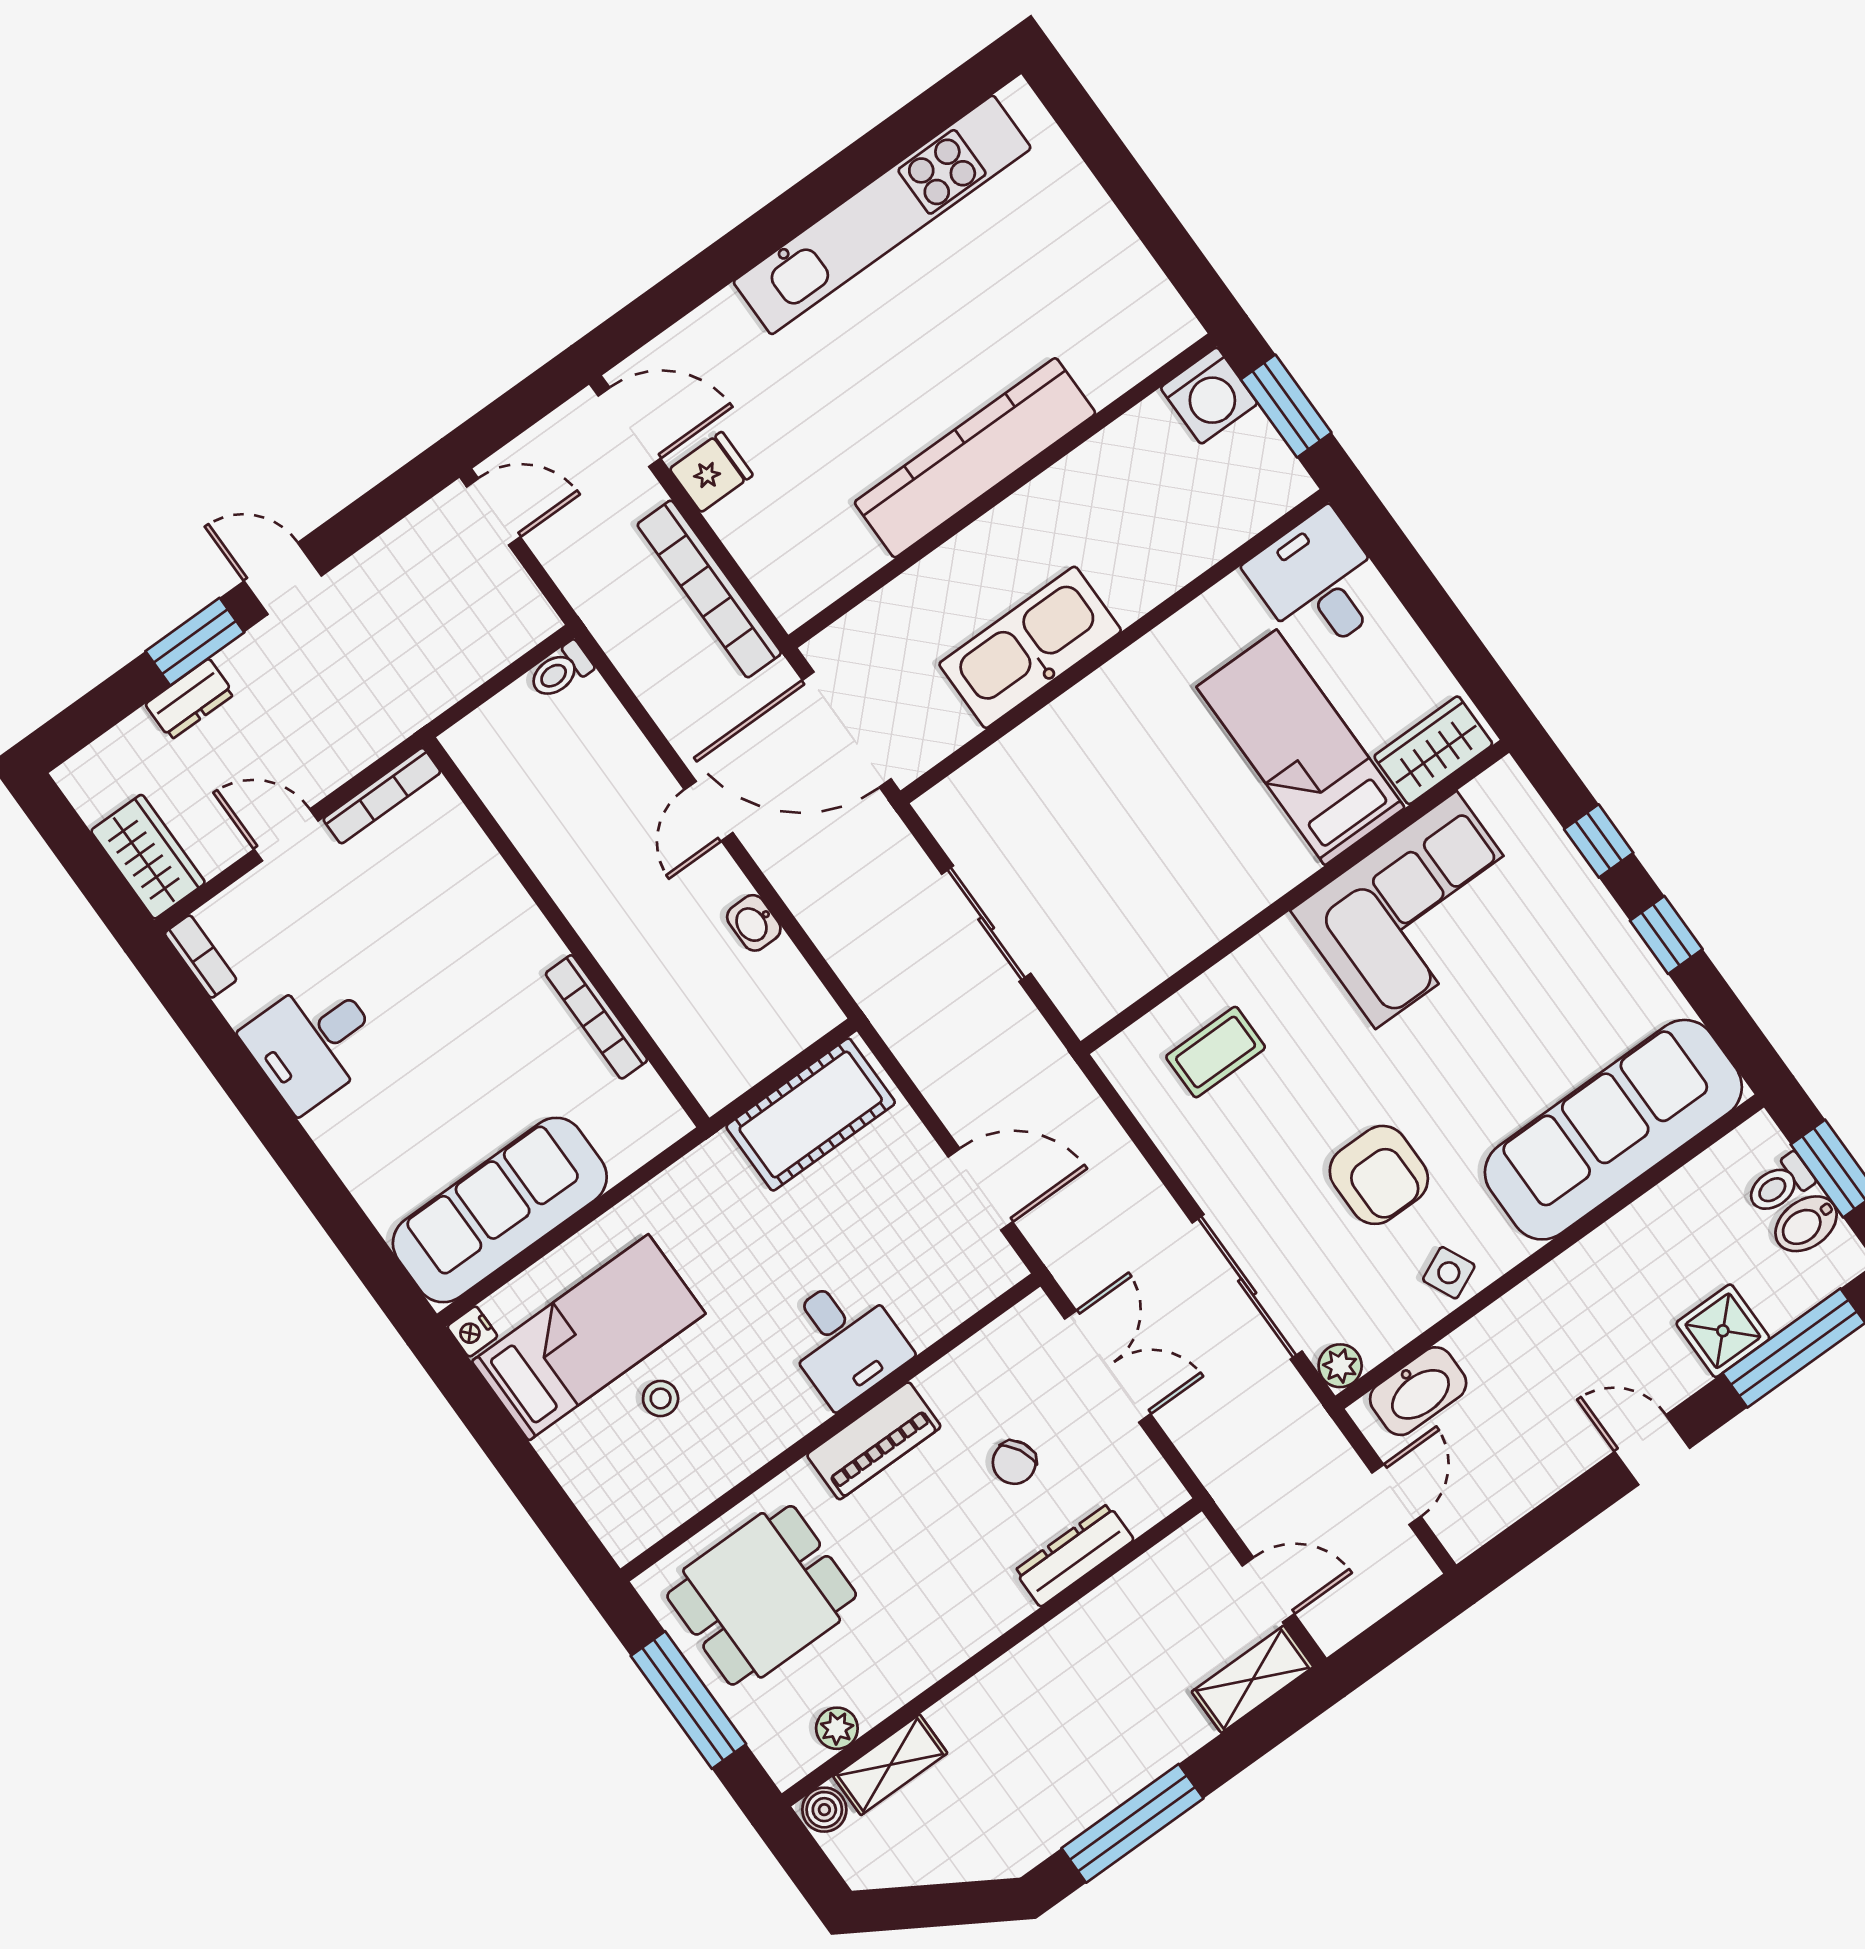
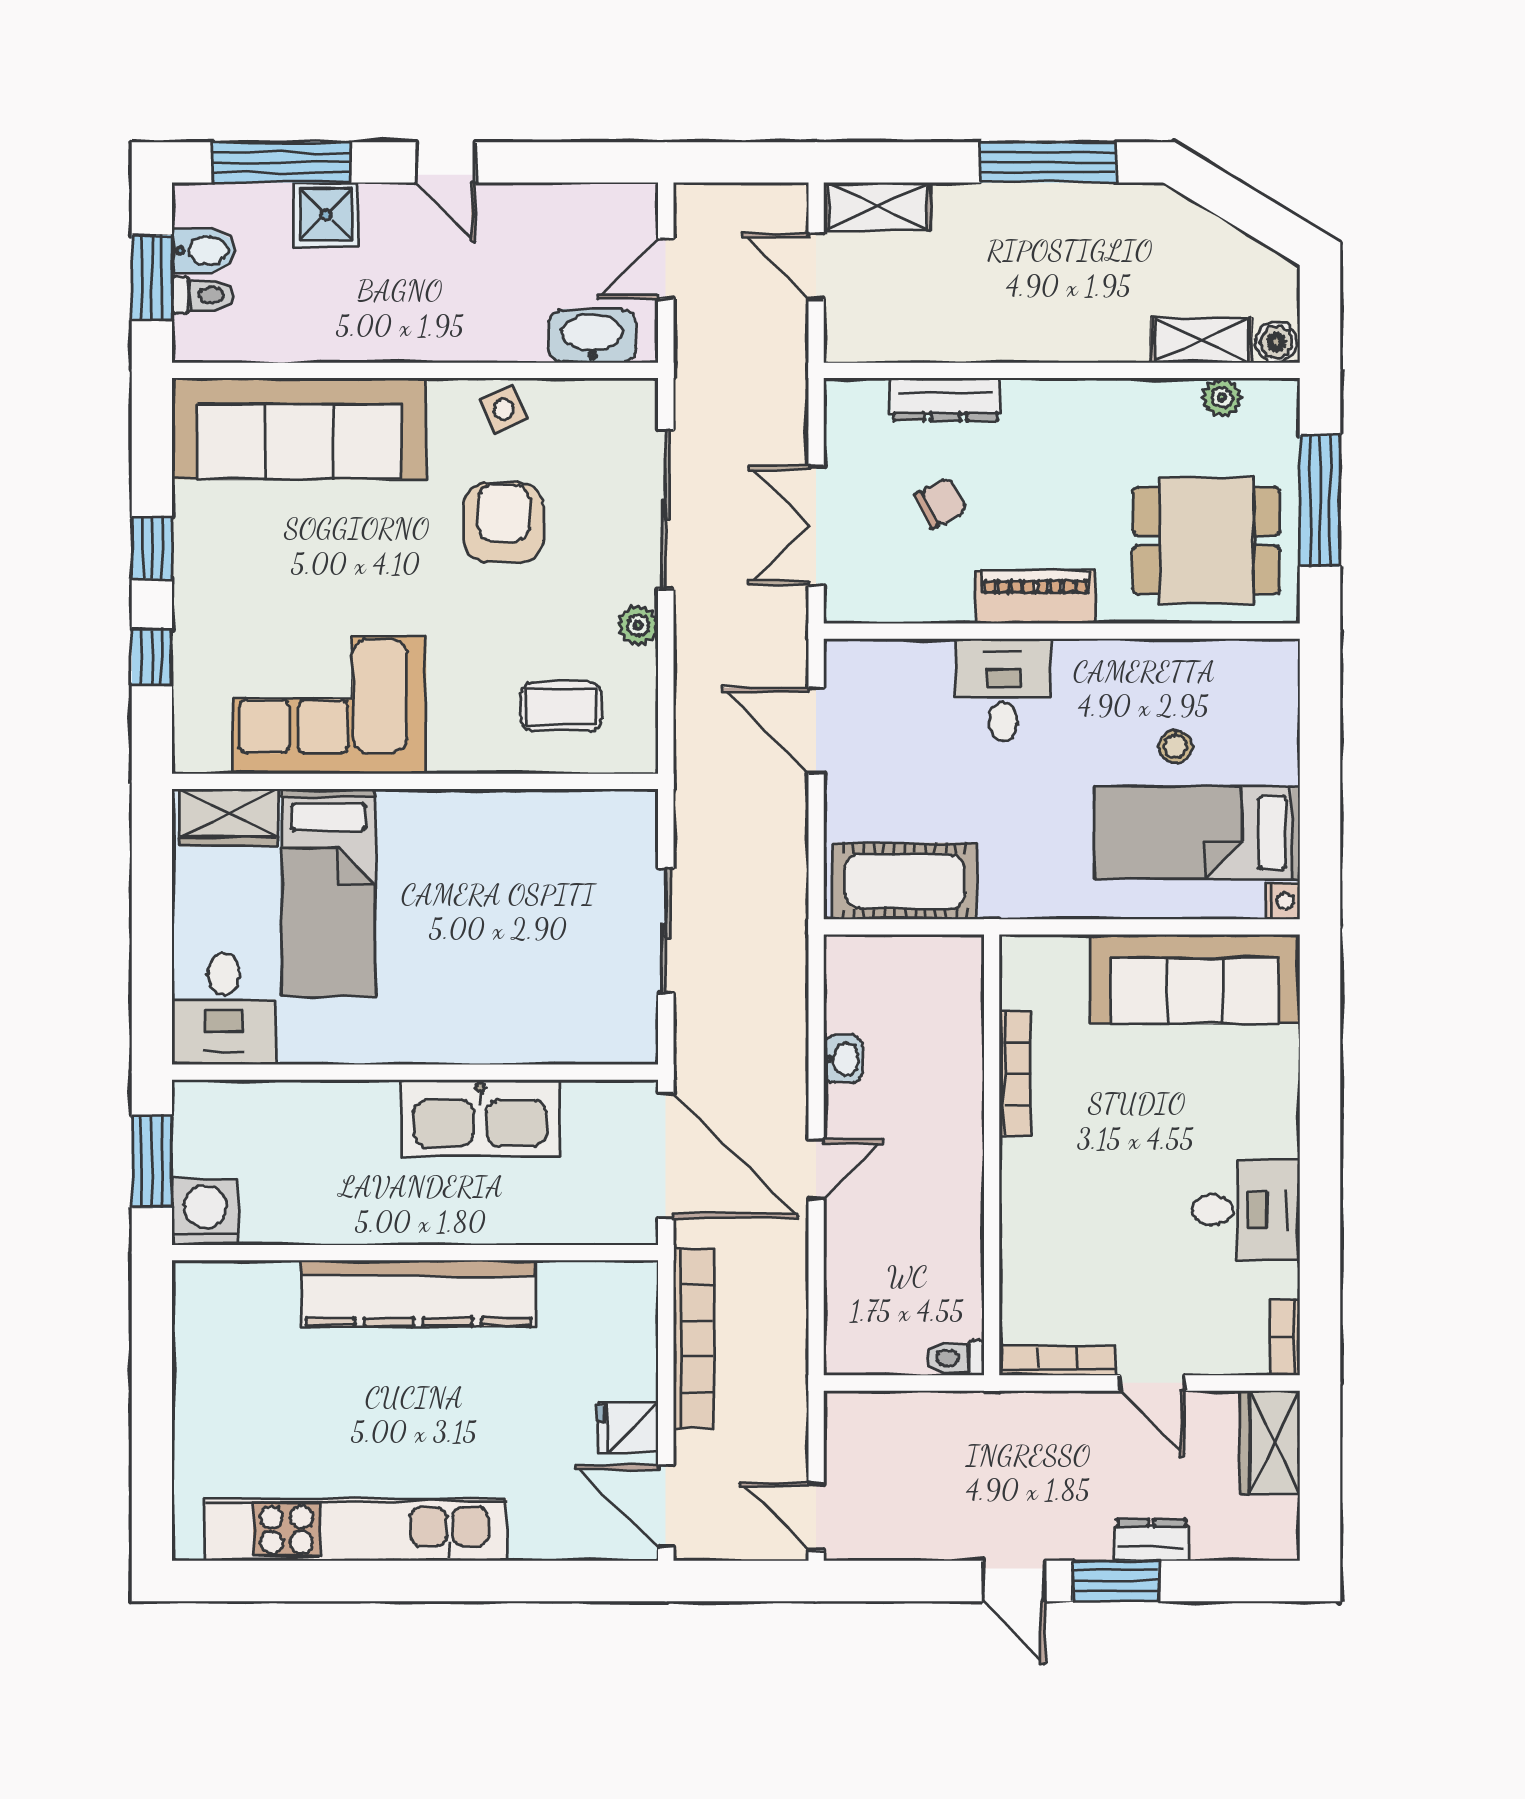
toilet: (560, 671) -> (955, 1358), moved, turned 180
plant: (1340, 1366) -> (638, 625), moved

